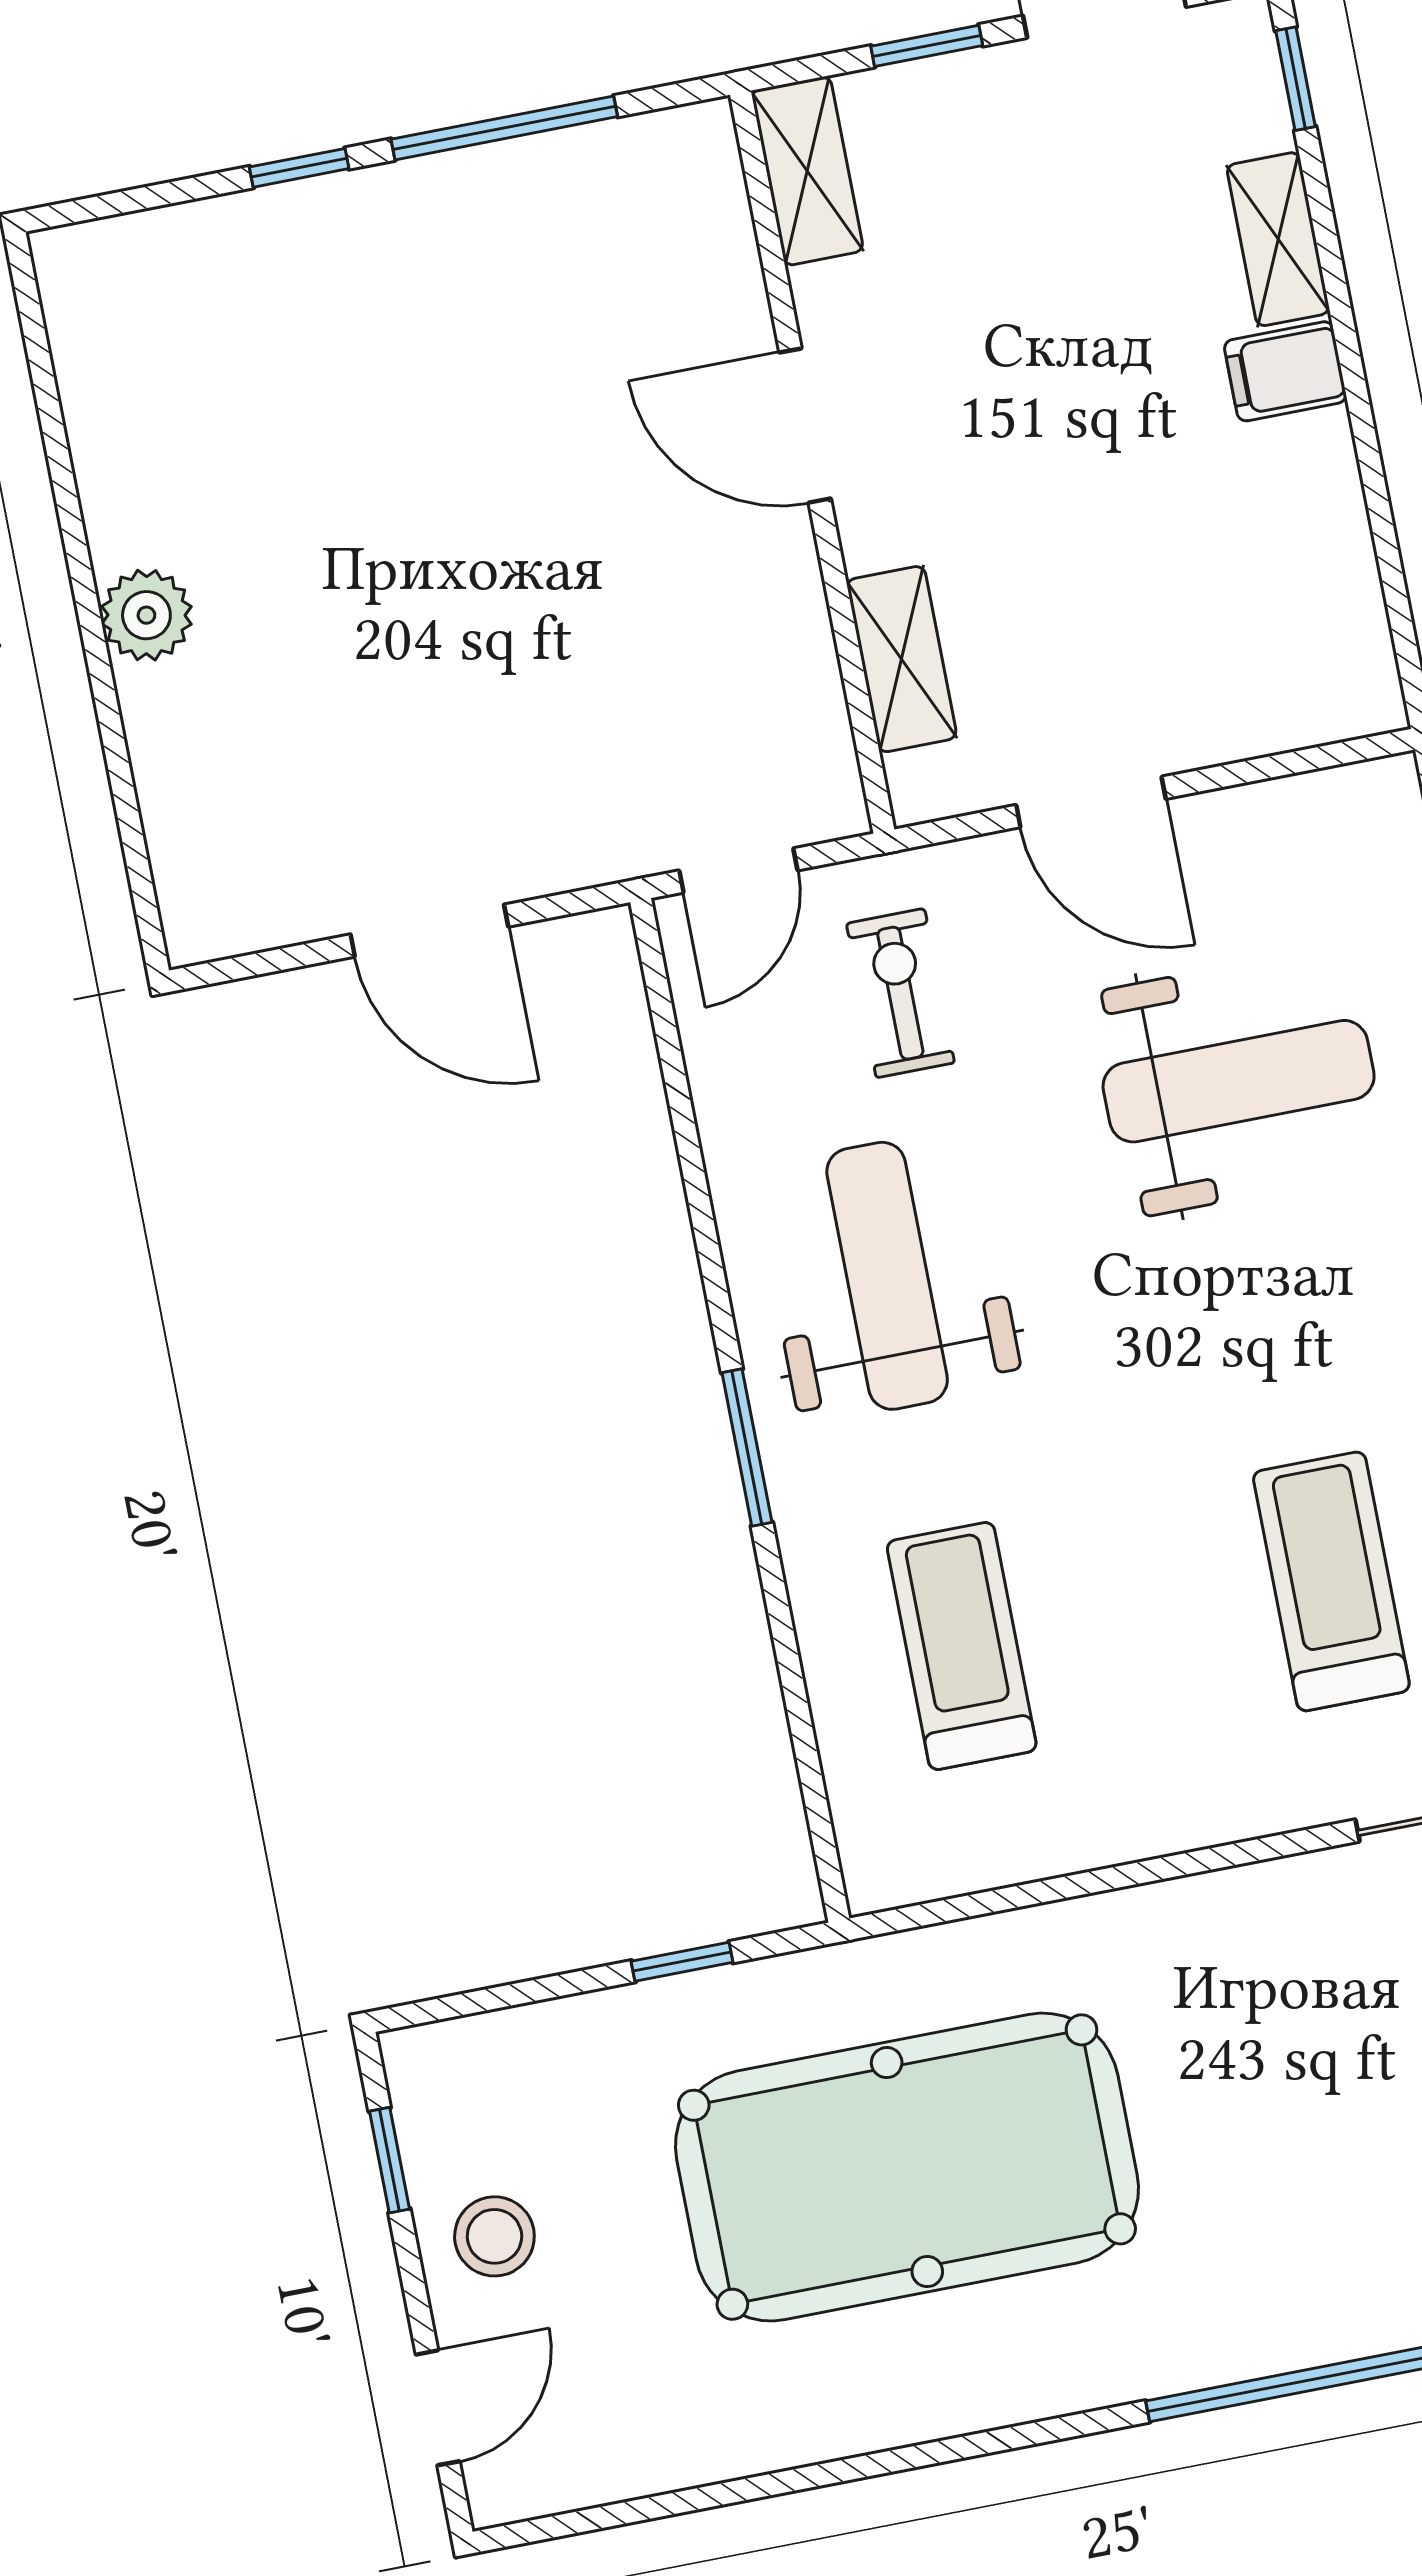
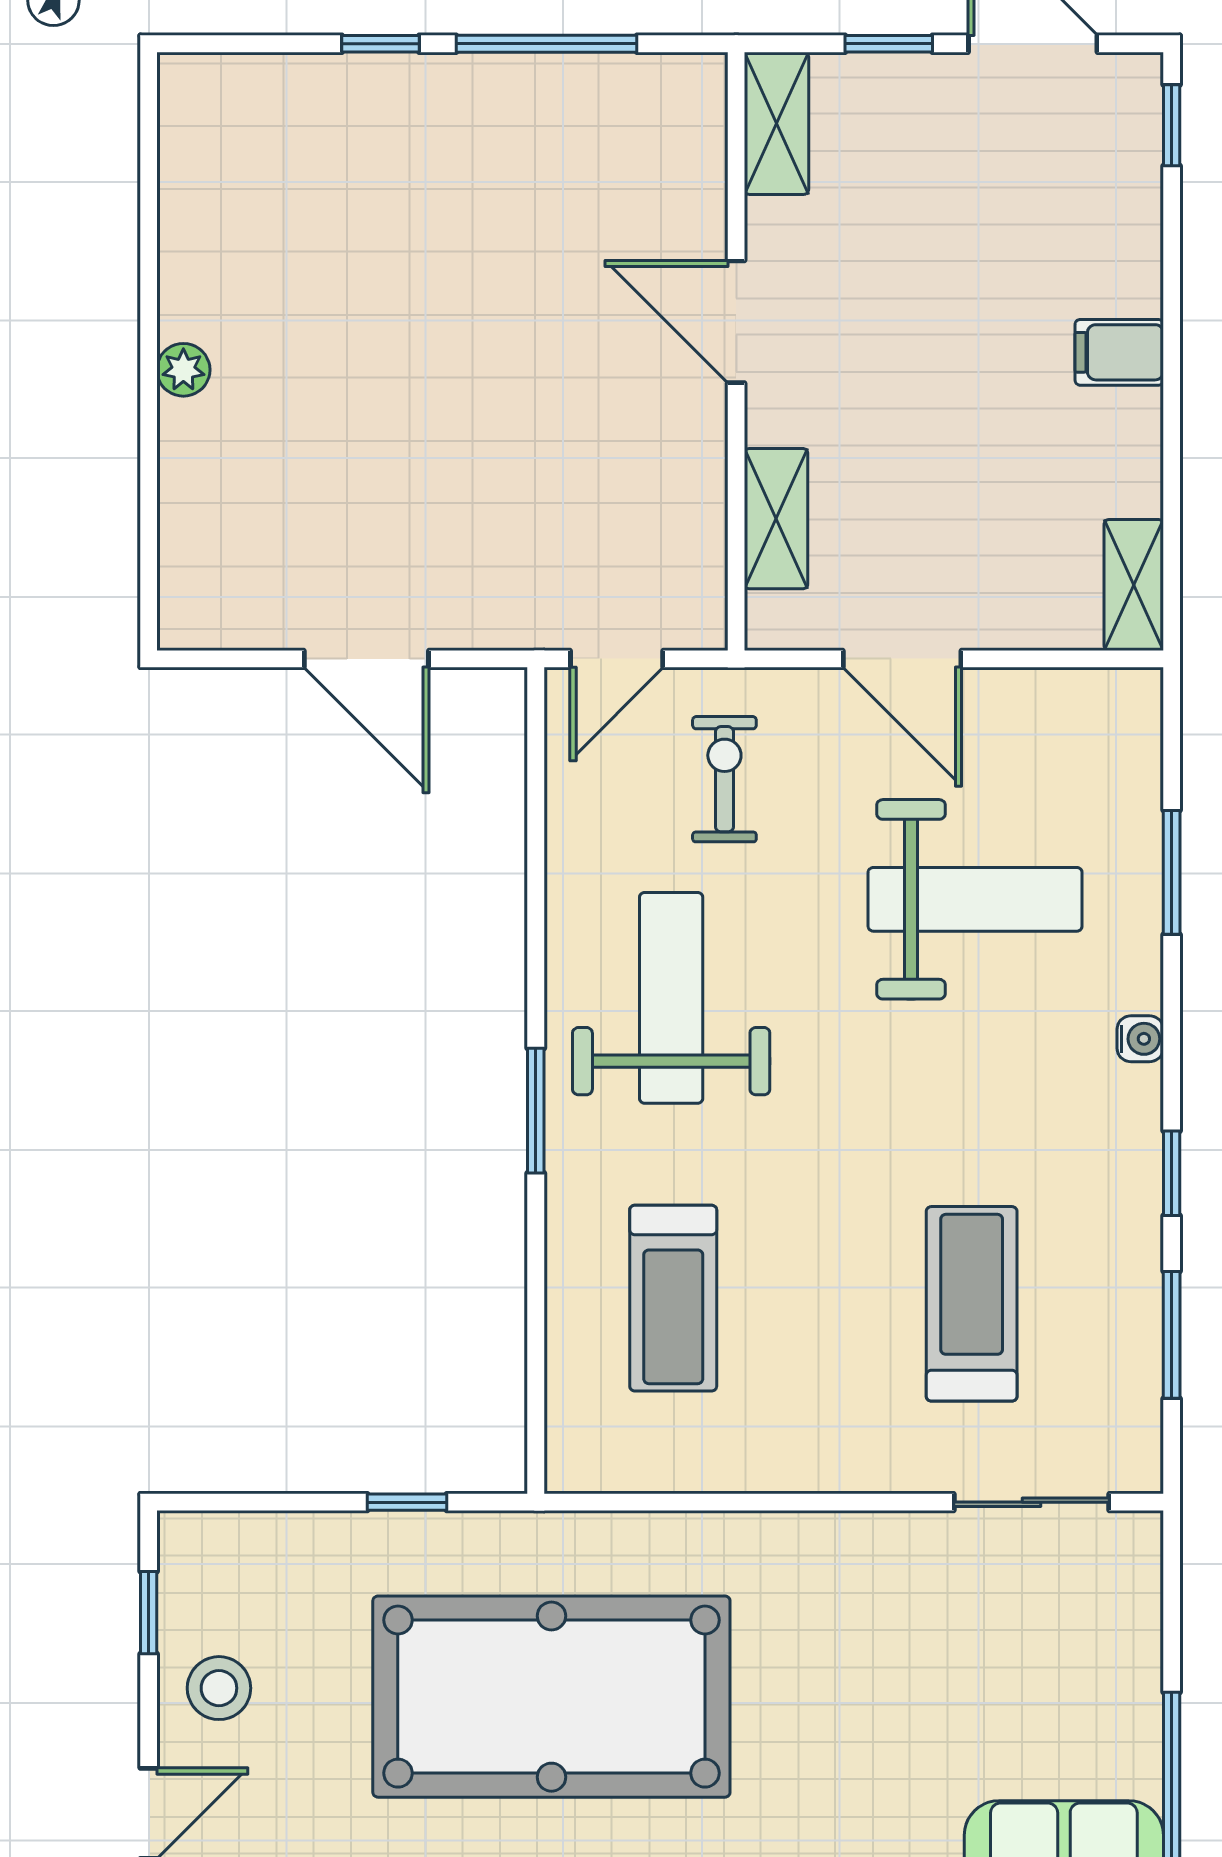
shelving: (1278, 239) -> (1134, 585), moved
plant: (146, 615) -> (183, 370), width x0.73, depth x0.73
treadmill: (962, 1646) -> (673, 1298), turned 180

